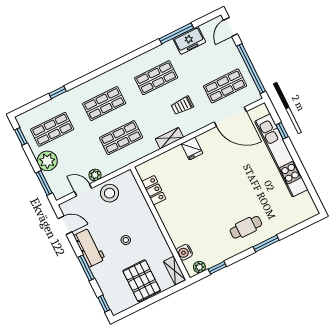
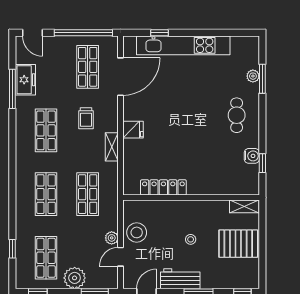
window: (58, 92) -> (12, 249), moved
locker: (154, 190) -> (163, 187), width x1.53
window: (266, 243) -> (262, 79), moved
water cooler: (184, 252) -> (252, 156), moved, turned -90
plant: (199, 267) -> (253, 76), moved

